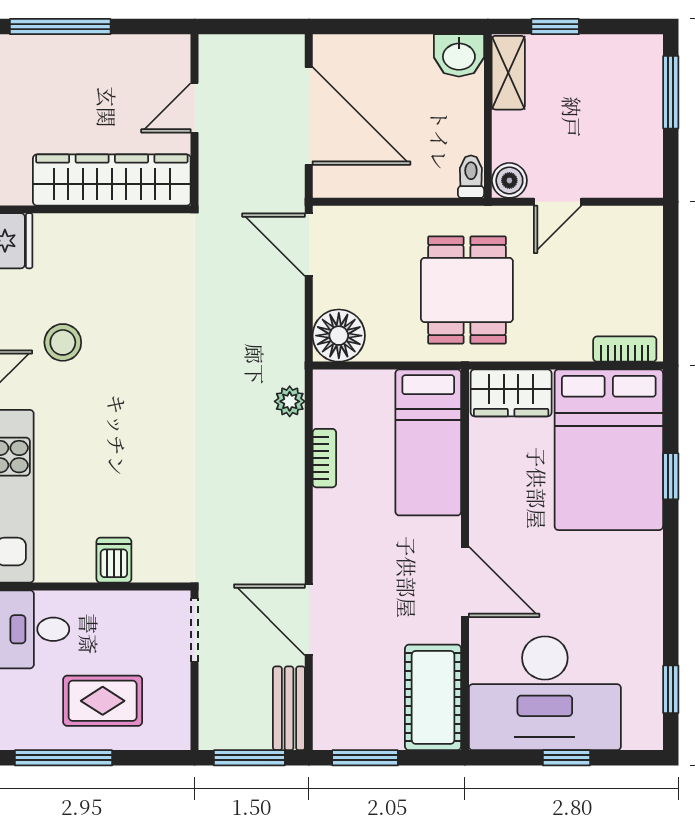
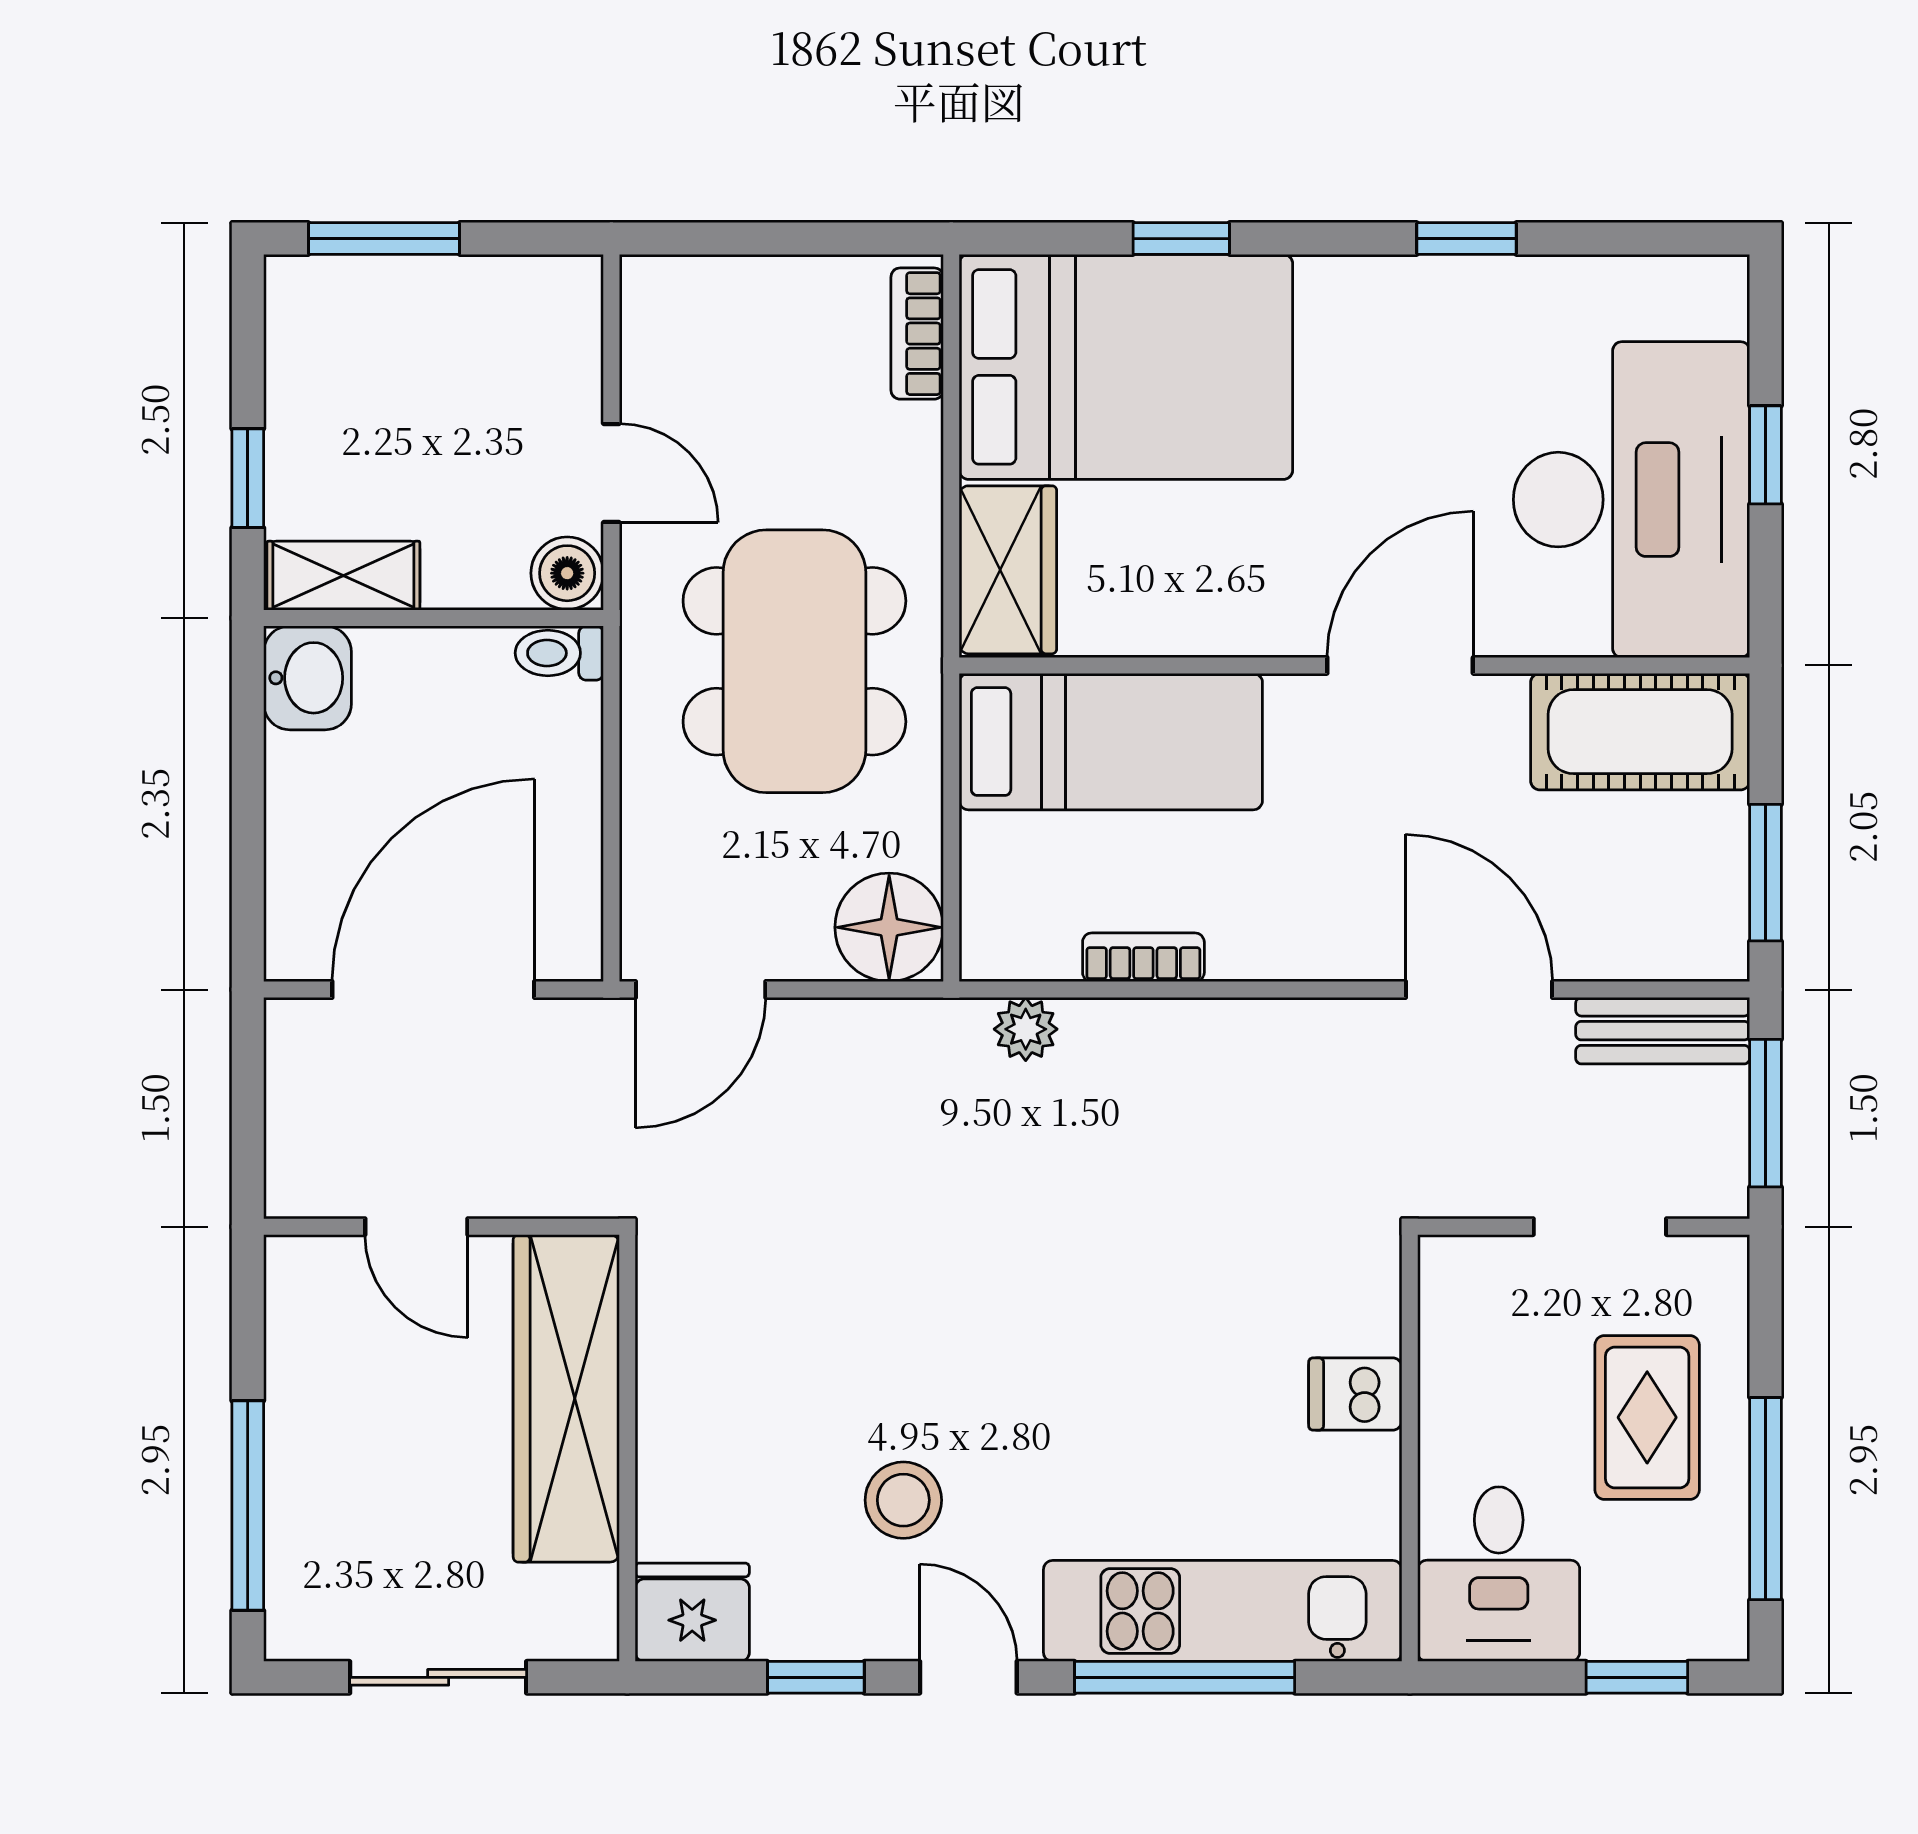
dining table: (467, 290) -> (794, 661), width x1.37
door: (309, 620) -> (1479, 990), swing flipped
doorway: (195, 630) -> (1600, 1227), moved
window: (671, 689) -> (1466, 239), moved

